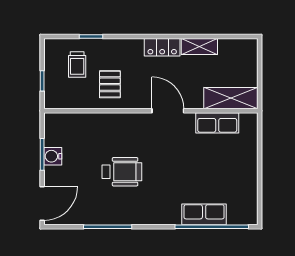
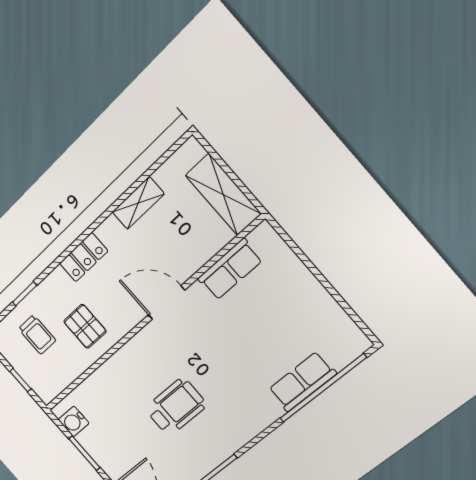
locker: (162, 47) -> (84, 257), moved
shelving: (231, 98) -> (223, 194), moved, turned 90
water cooler: (53, 156) -> (74, 421), moved

